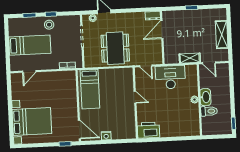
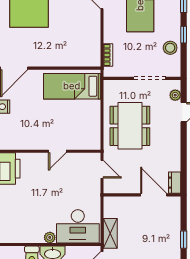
stool: (49, 25) -> (170, 48), moved
dining table: (115, 48) -> (130, 126), turned 90
door: (146, 66) -> (102, 169), swing flipped
desk: (170, 77) -> (78, 226), moved, turned 90

